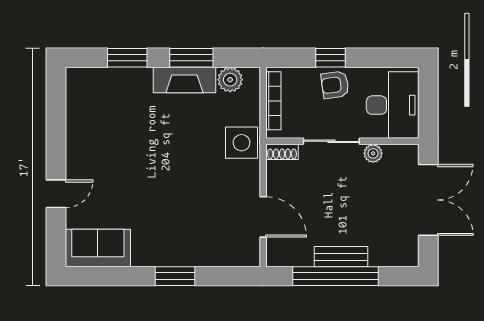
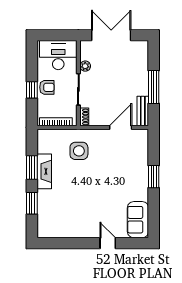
plant: (230, 80) -> (44, 146), removed
armchair: (335, 85) -> (47, 87), turned -82
side table: (242, 143) -> (79, 151), moved
bench: (341, 257) -> (143, 111), moved
window: (335, 276) -> (154, 87), width x0.68

